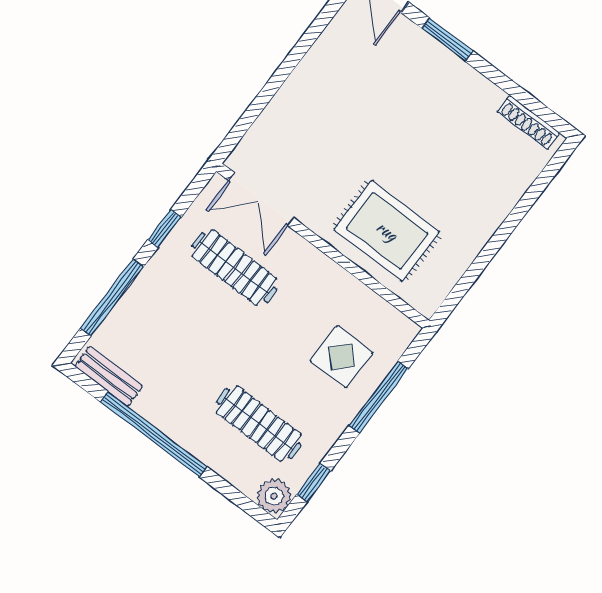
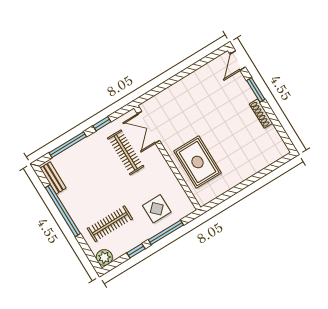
shoe rack: (528, 122) -> (261, 114), moved
clothes rail: (259, 424) -> (110, 224), turned 90
window: (314, 483) -> (136, 251), moved

